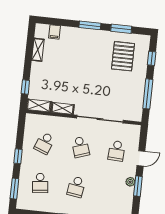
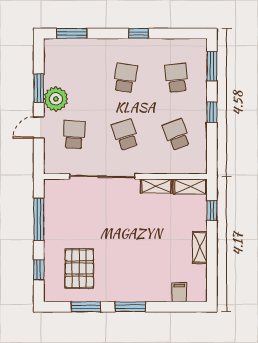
shelving: (38, 50) -> (200, 247), moved
school desk: (44, 143) -> (177, 135), turned -42
plant: (130, 182) -> (56, 99), width x1.88, depth x1.88

